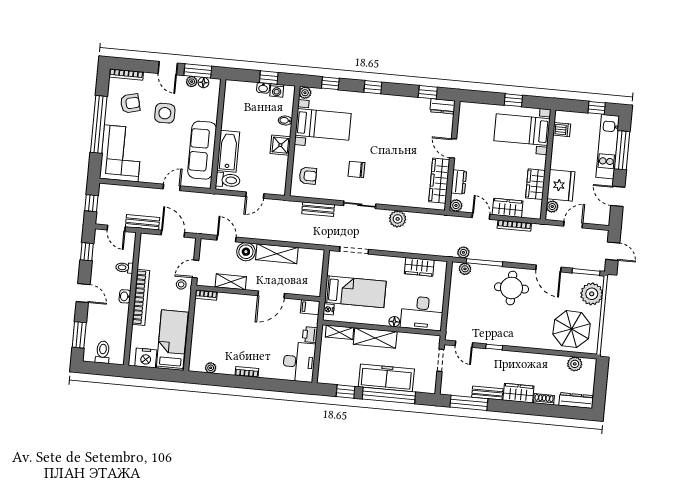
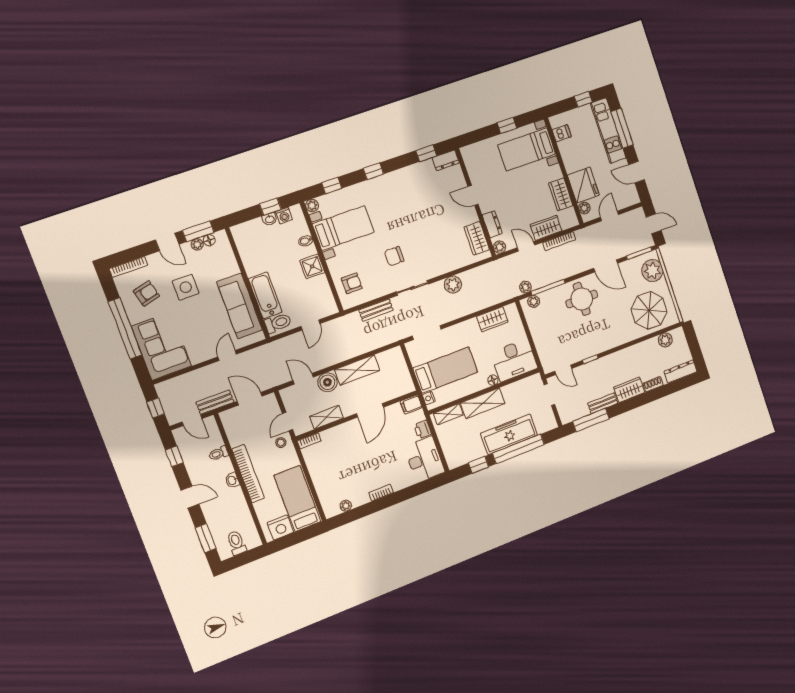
wardrobe: (439, 181) -> (477, 238), width x0.67

